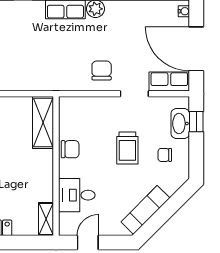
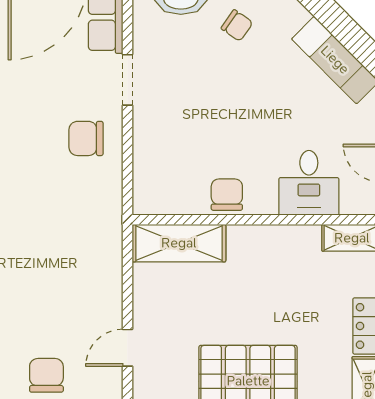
trolley: (127, 148) -> (225, 92), removed
chair: (165, 155) -> (237, 25), turned -55

